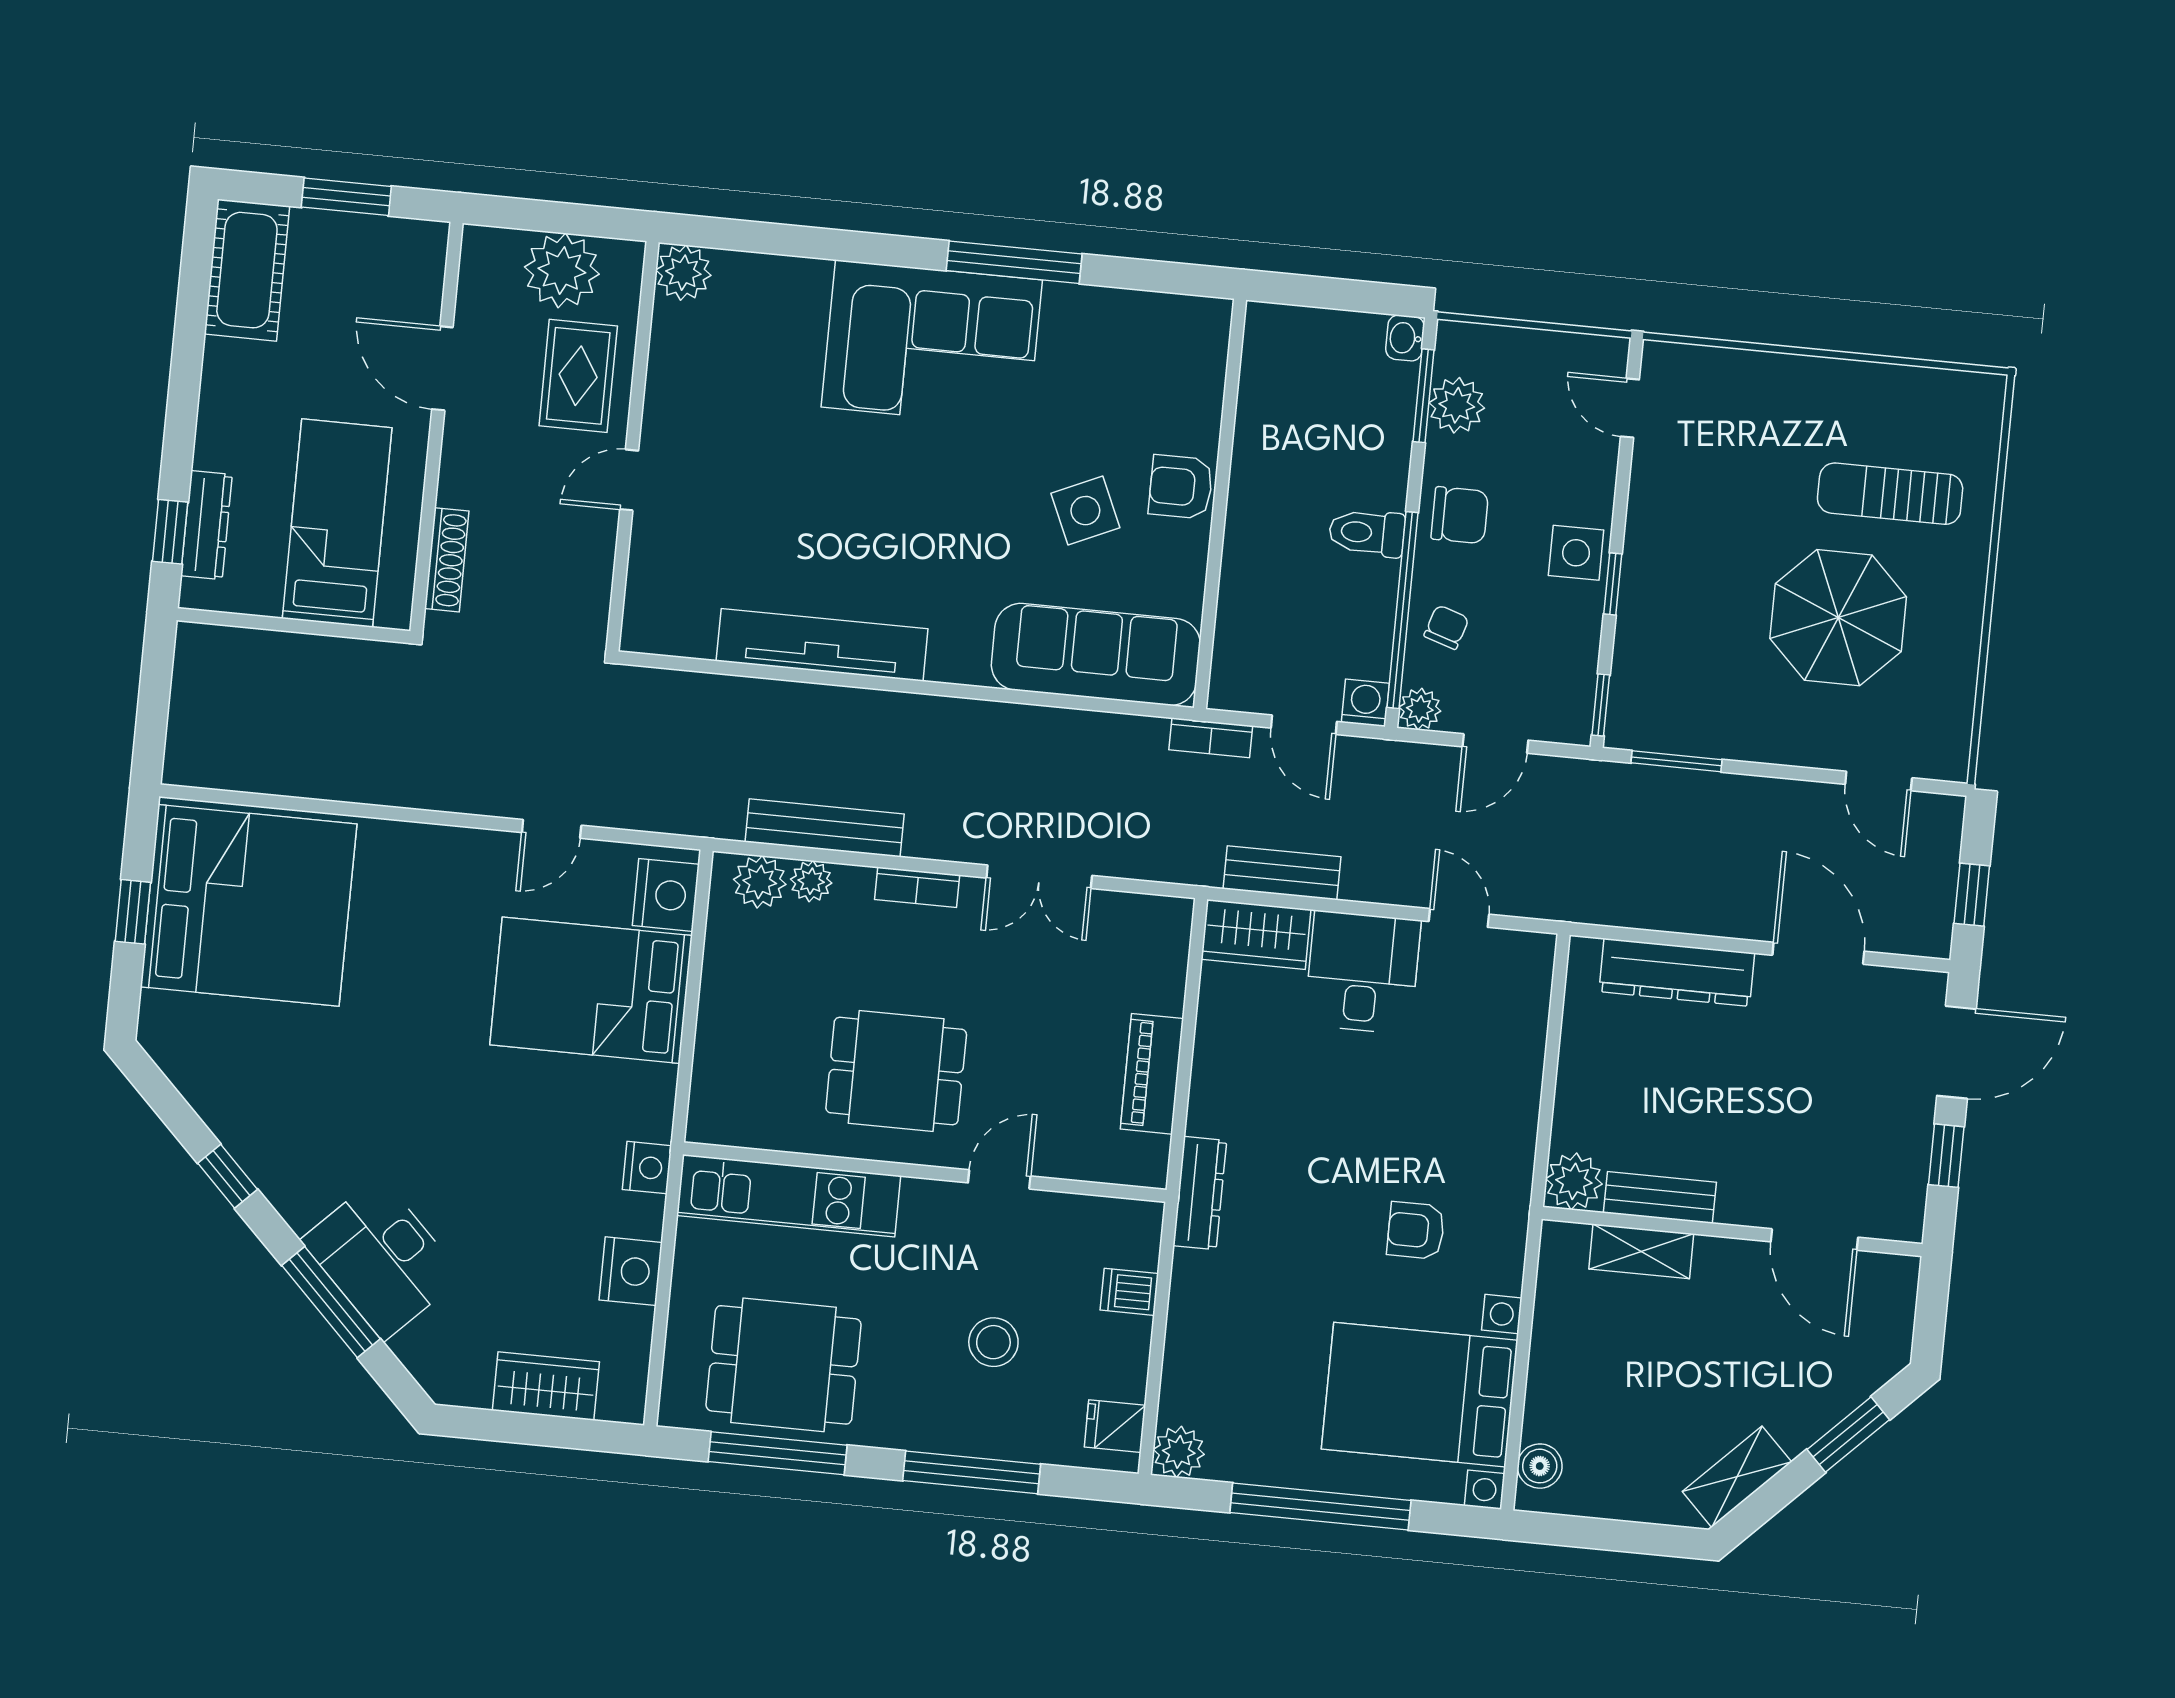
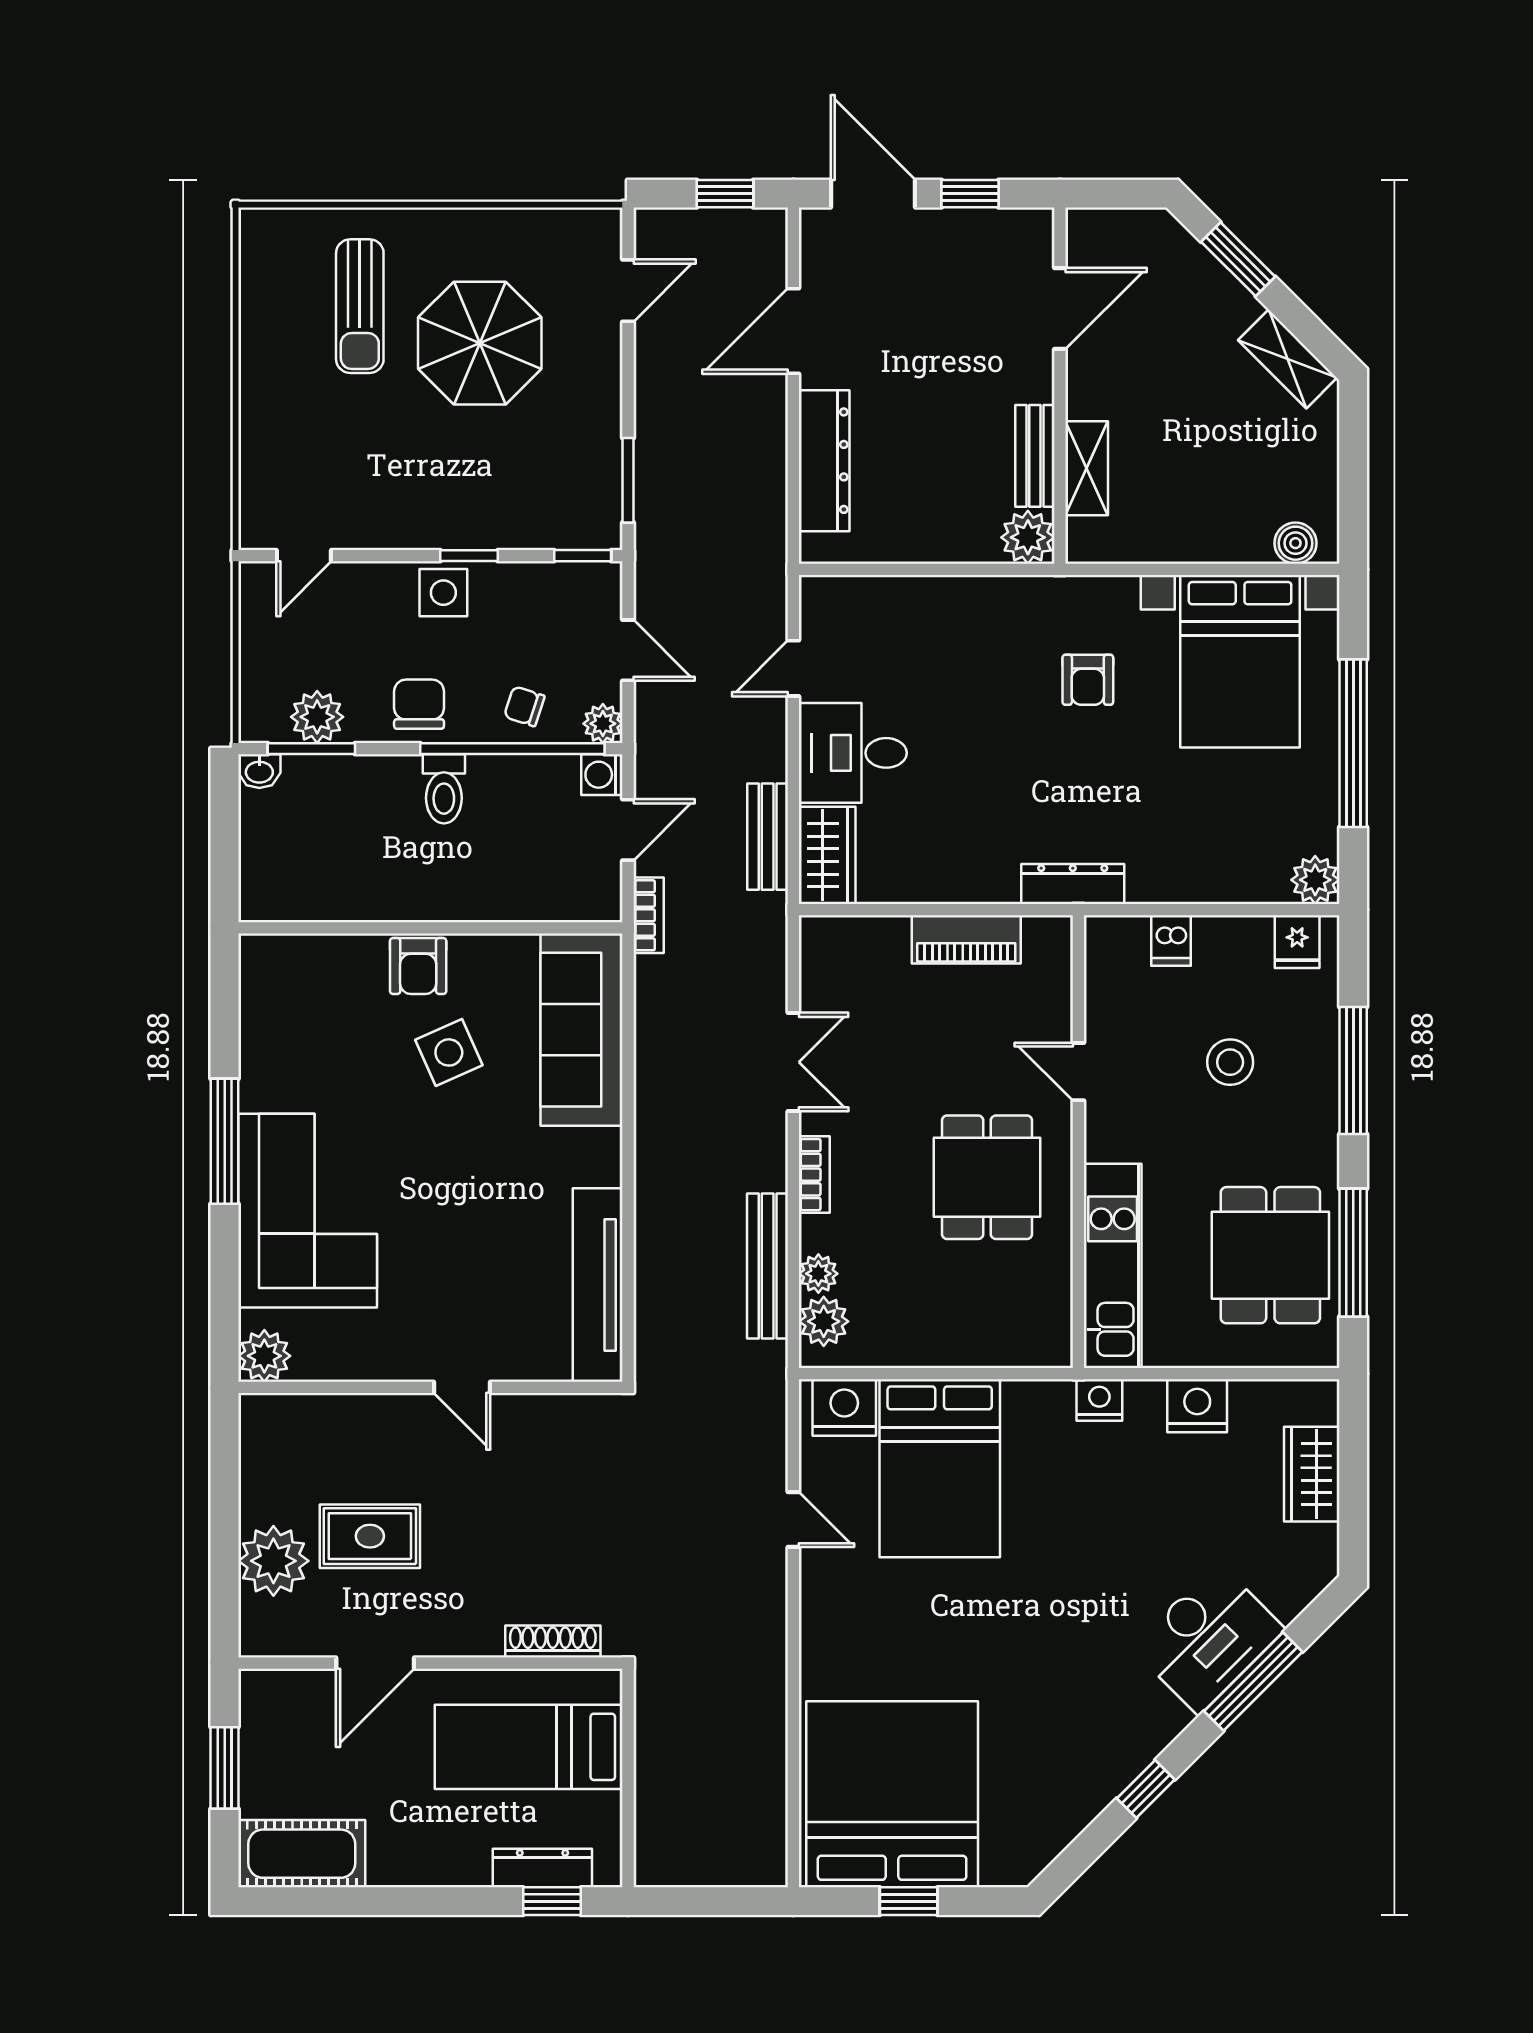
plant: (683, 273) -> (264, 1356), moved
wall: (632, 446) -> (430, 1387), moved
door: (629, 480) -> (462, 1387), moved

